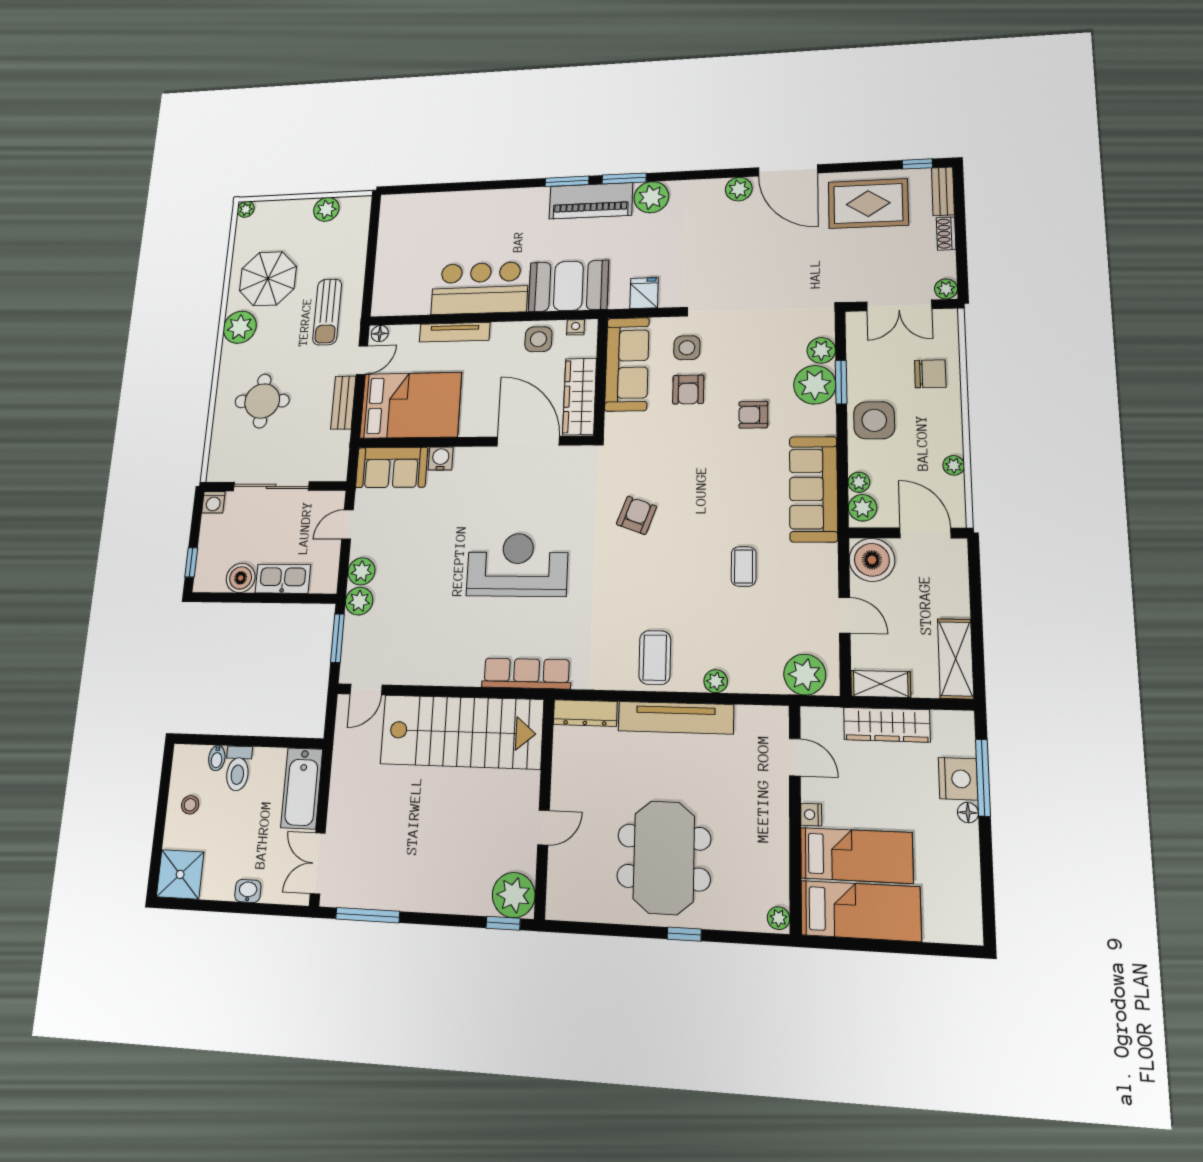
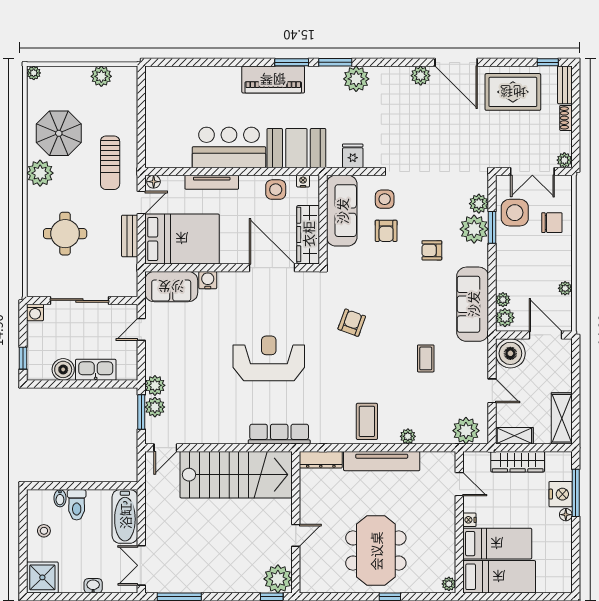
piano: (591, 201) -> (273, 80), moved
side table: (874, 420) -> (515, 213), moved
plant: (361, 571) -> (155, 407), moved

